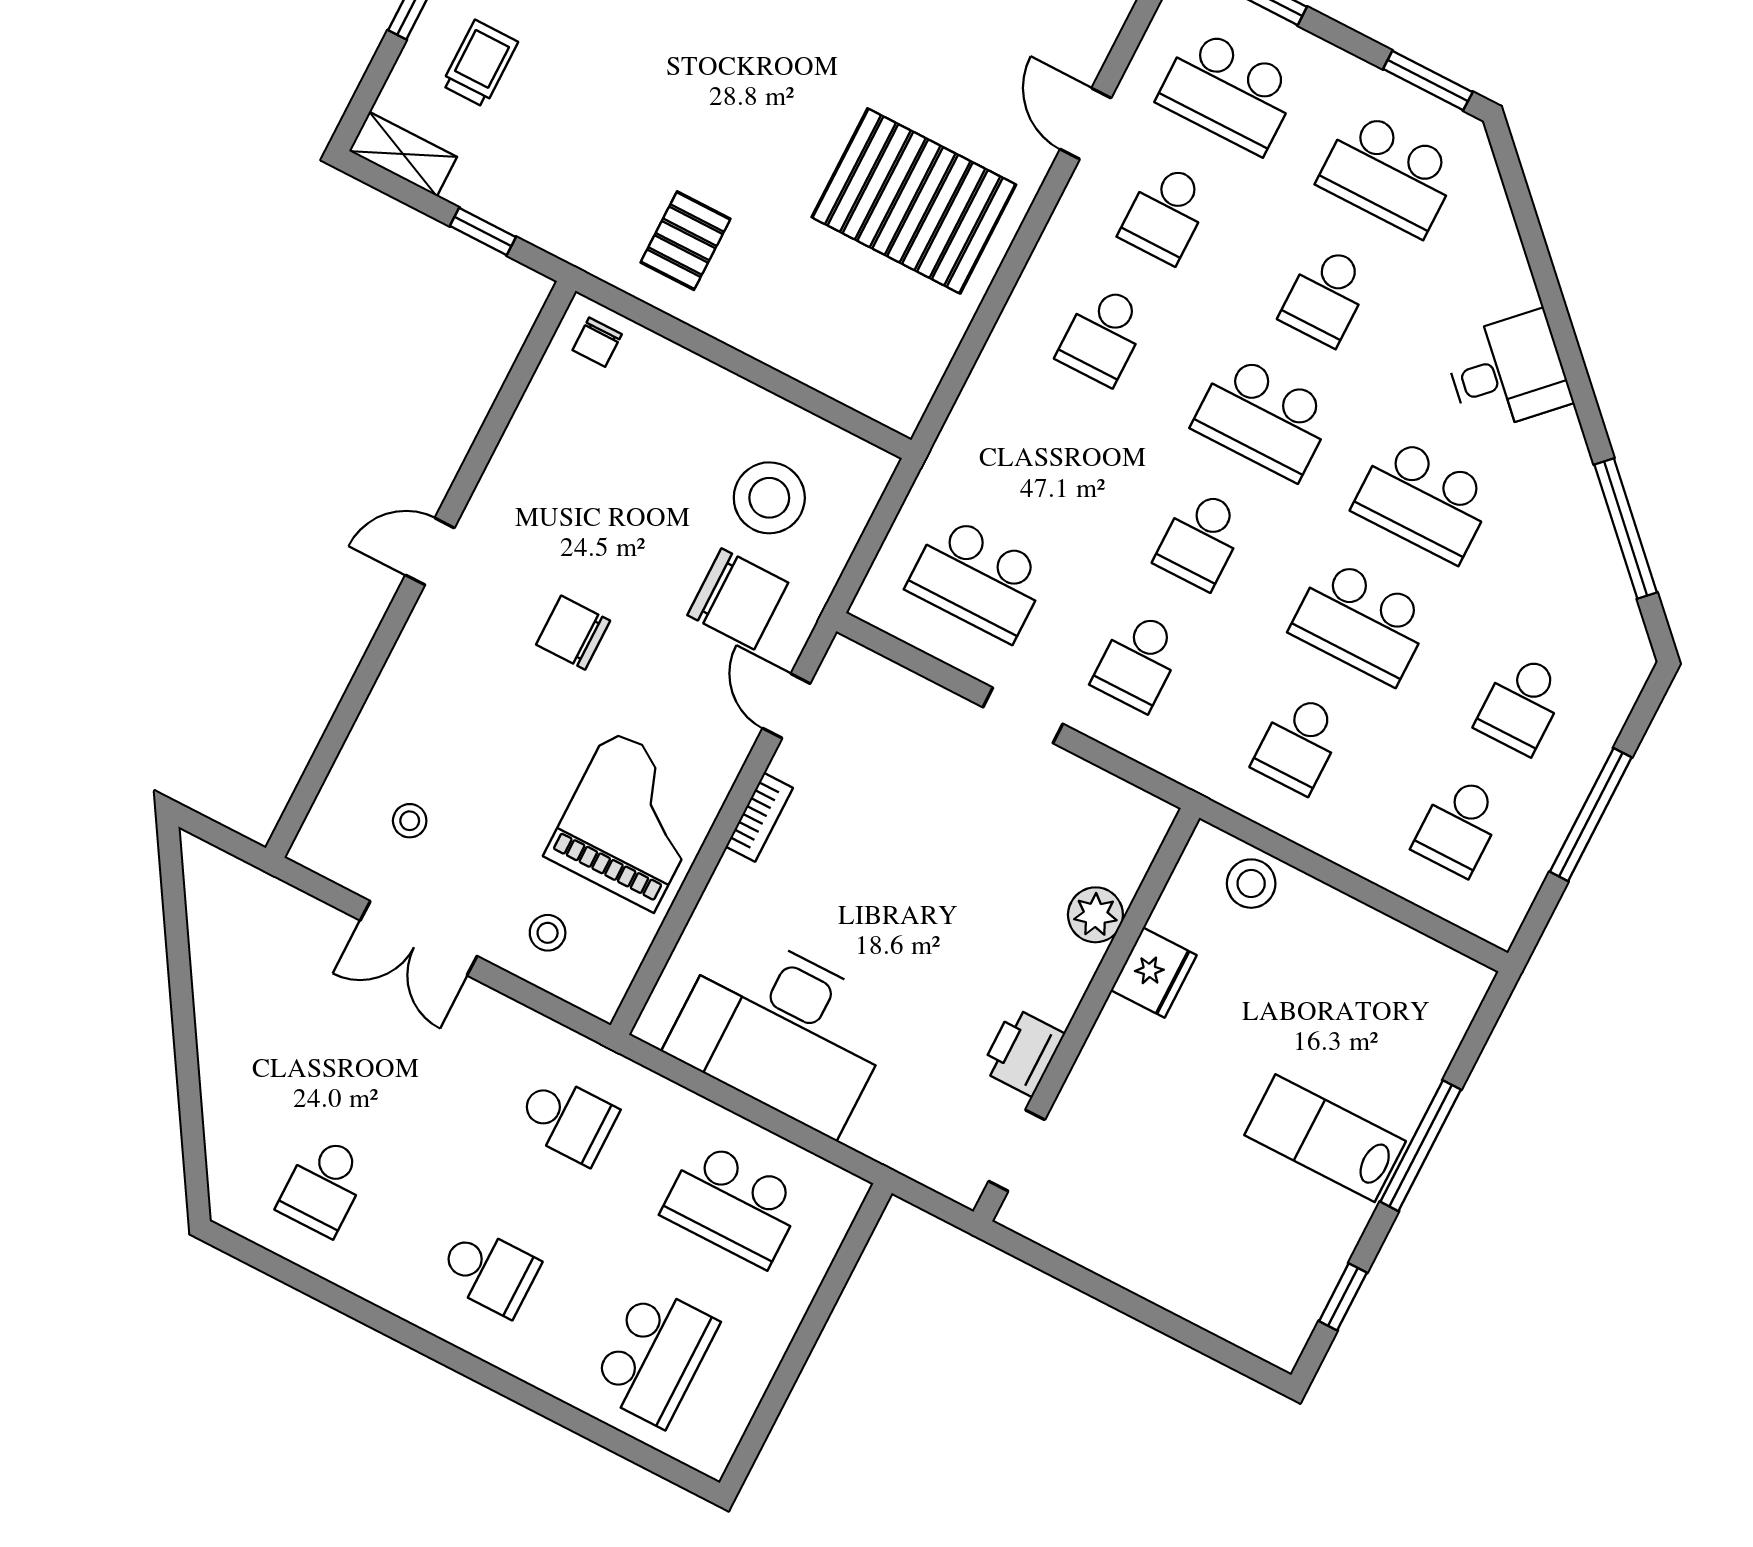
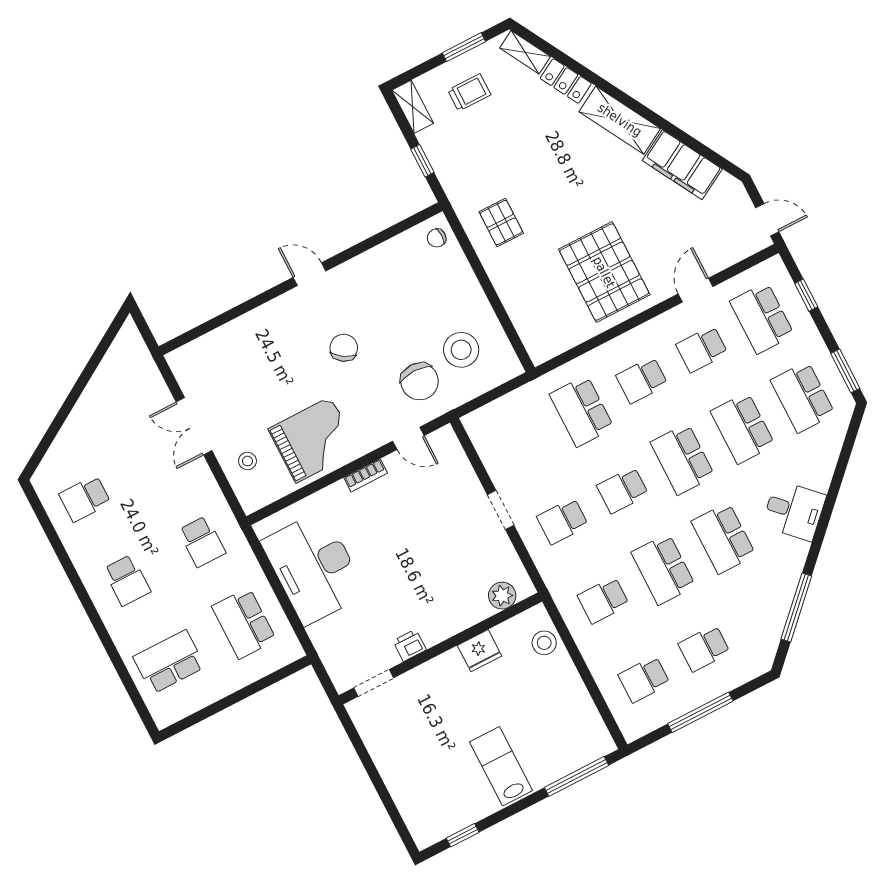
pallet: (686, 241) -> (501, 223), turned 90
school desk: (1326, 296) -> (743, 428), width x1.85
school desk: (978, 579) -> (582, 411), moved
chair: (573, 633) -> (344, 348), turned 33
door: (786, 706) -> (408, 438), swing flipped
stool: (410, 821) -> (224, 377), removed
plant: (1095, 915) -> (502, 596), moved
printer: (1022, 1052) -> (410, 645), width x0.73, depth x0.81
window: (1421, 1146) -> (577, 776), moved
school desk: (655, 1356) -> (169, 662), turned 180

